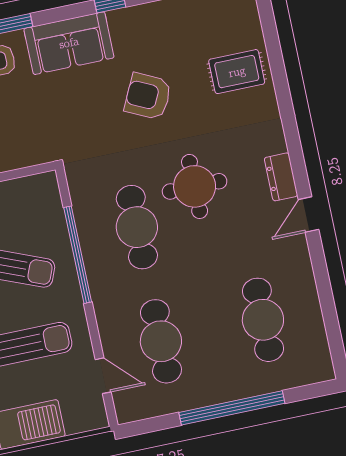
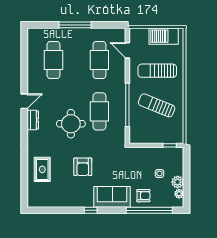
rug: (237, 72) -> (42, 169), turned 90
armchair: (148, 96) -> (83, 167), turned 64
window: (232, 408) -> (75, 25), width x0.68

